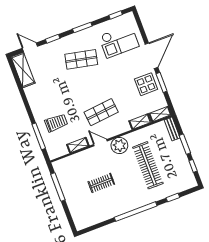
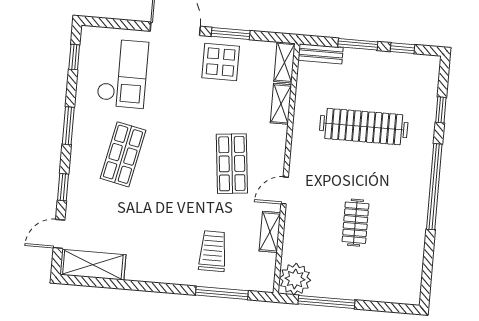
plant: (119, 145) -> (295, 279), moved

